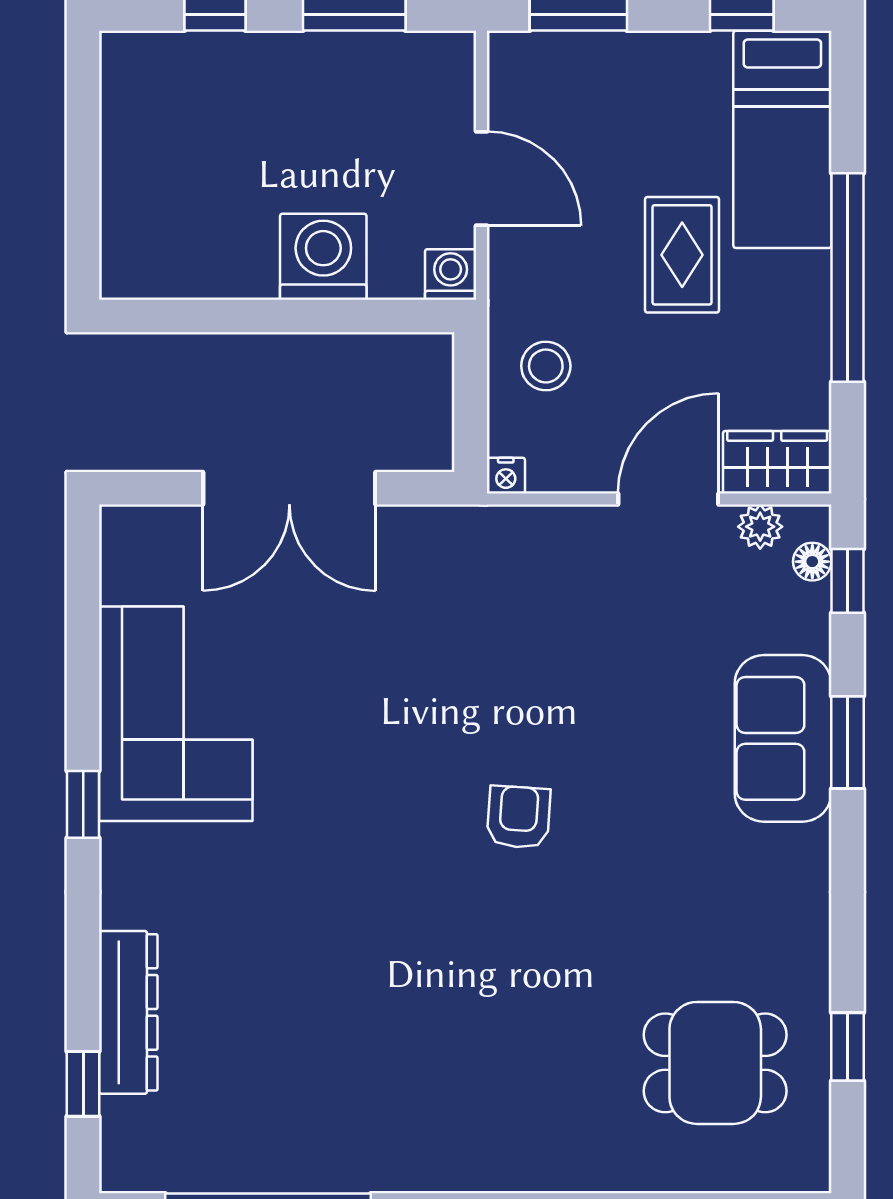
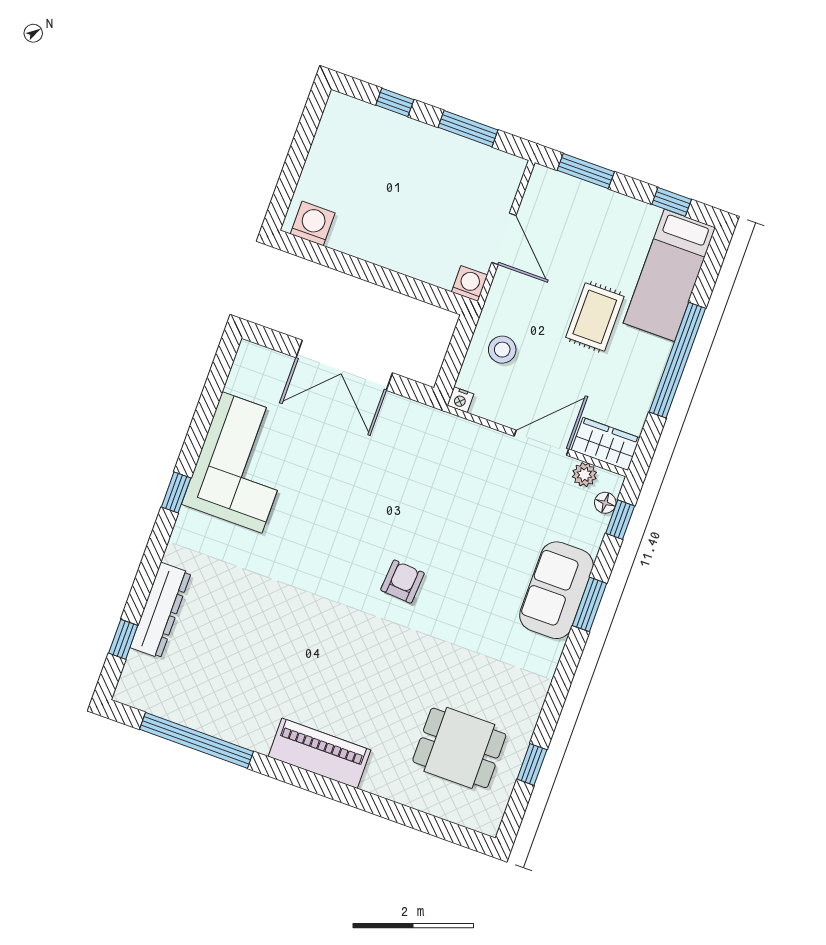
washing machine: (323, 257) -> (313, 223), moved, width x0.73, depth x0.73
piano: (483, 1157) -> (319, 753), added

